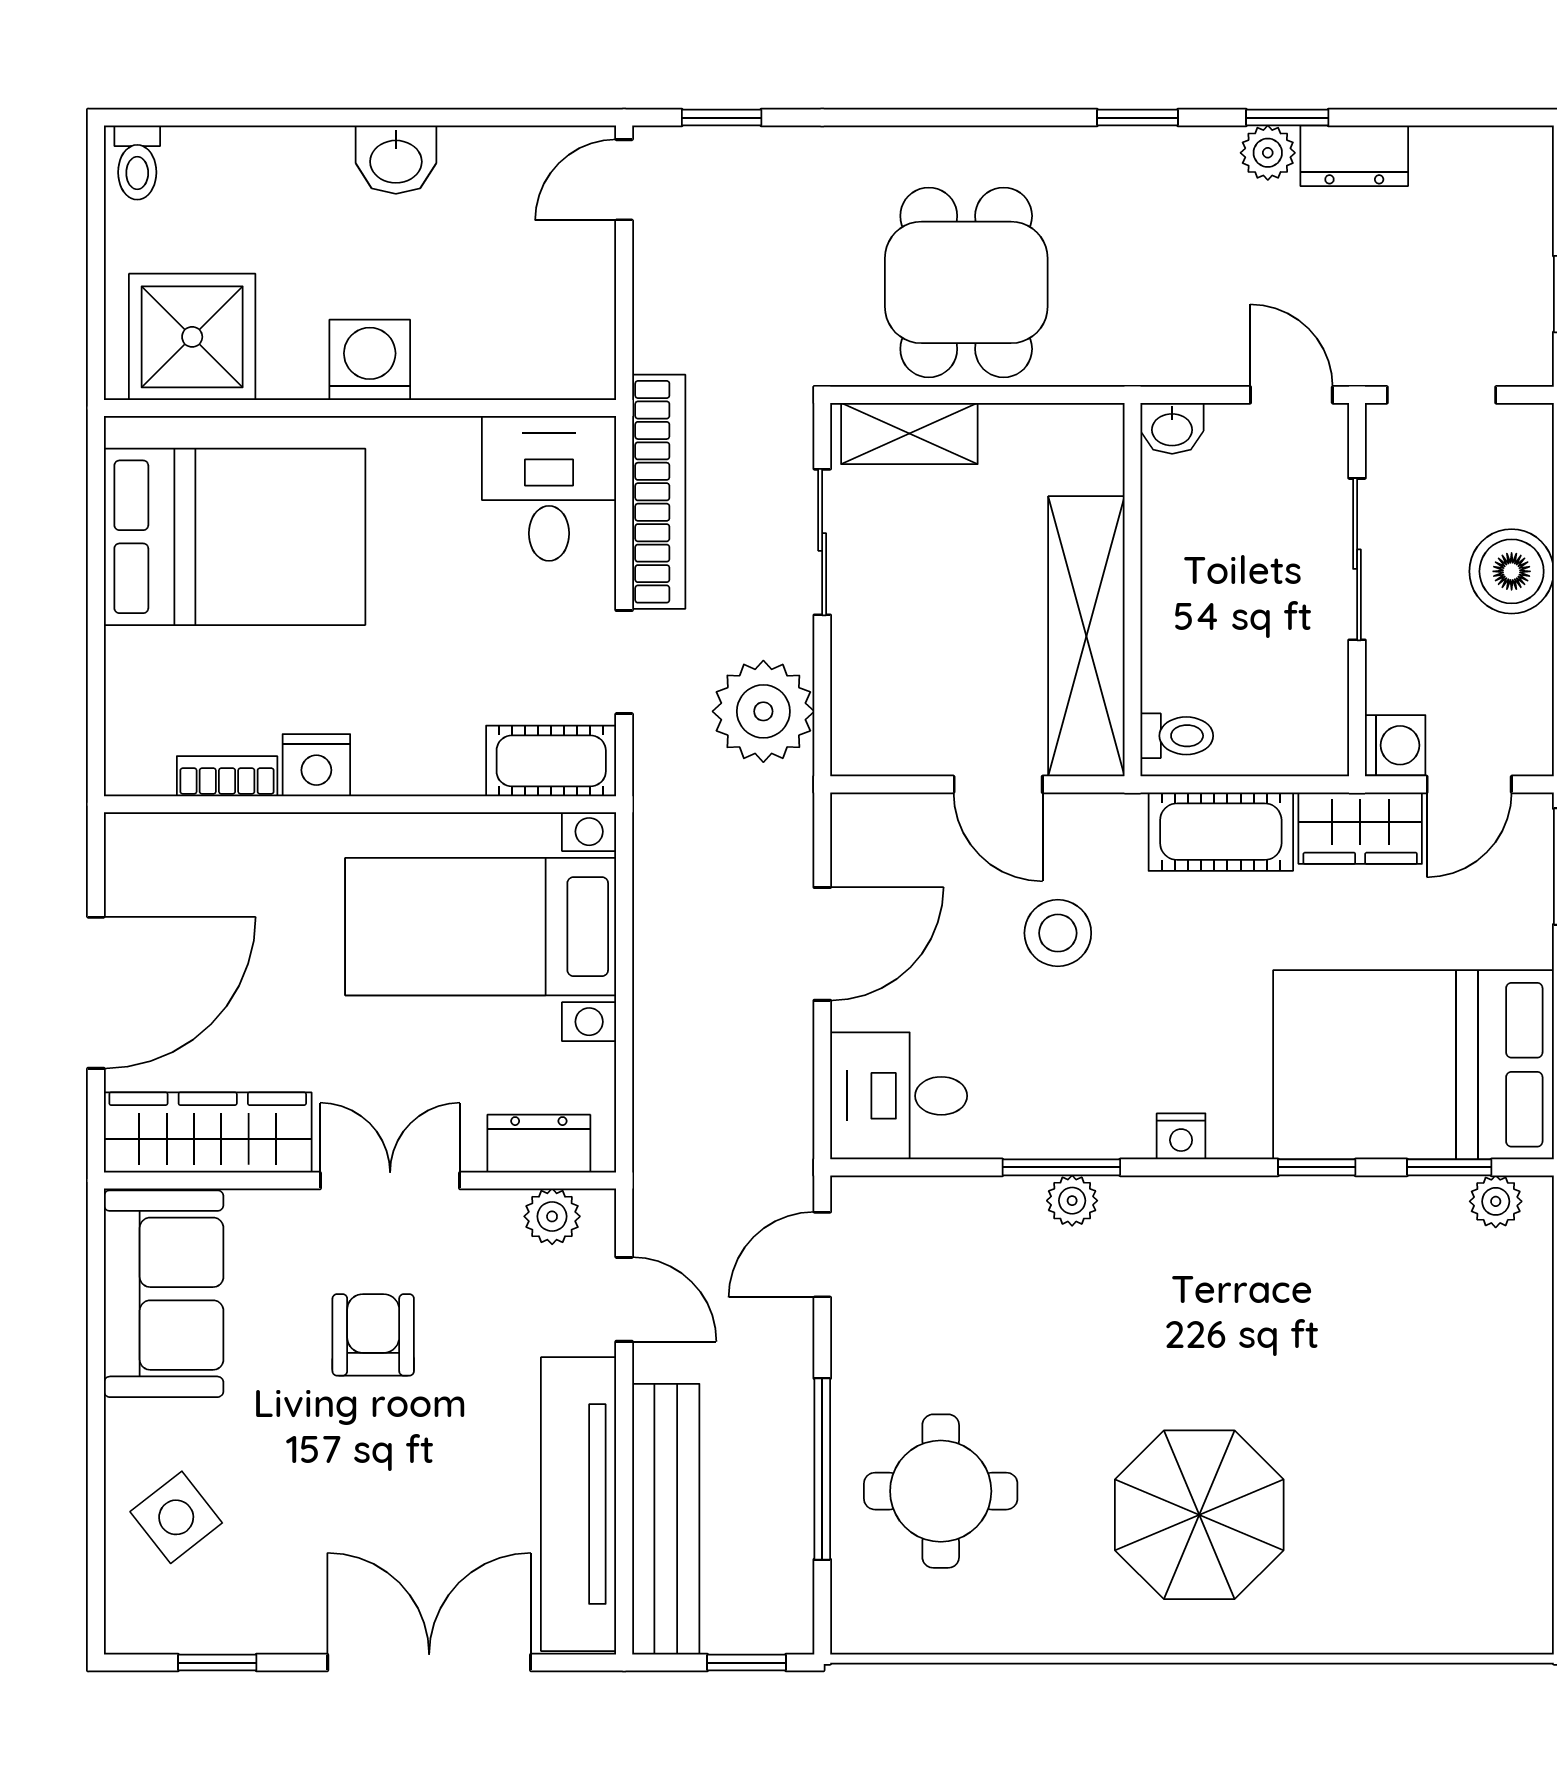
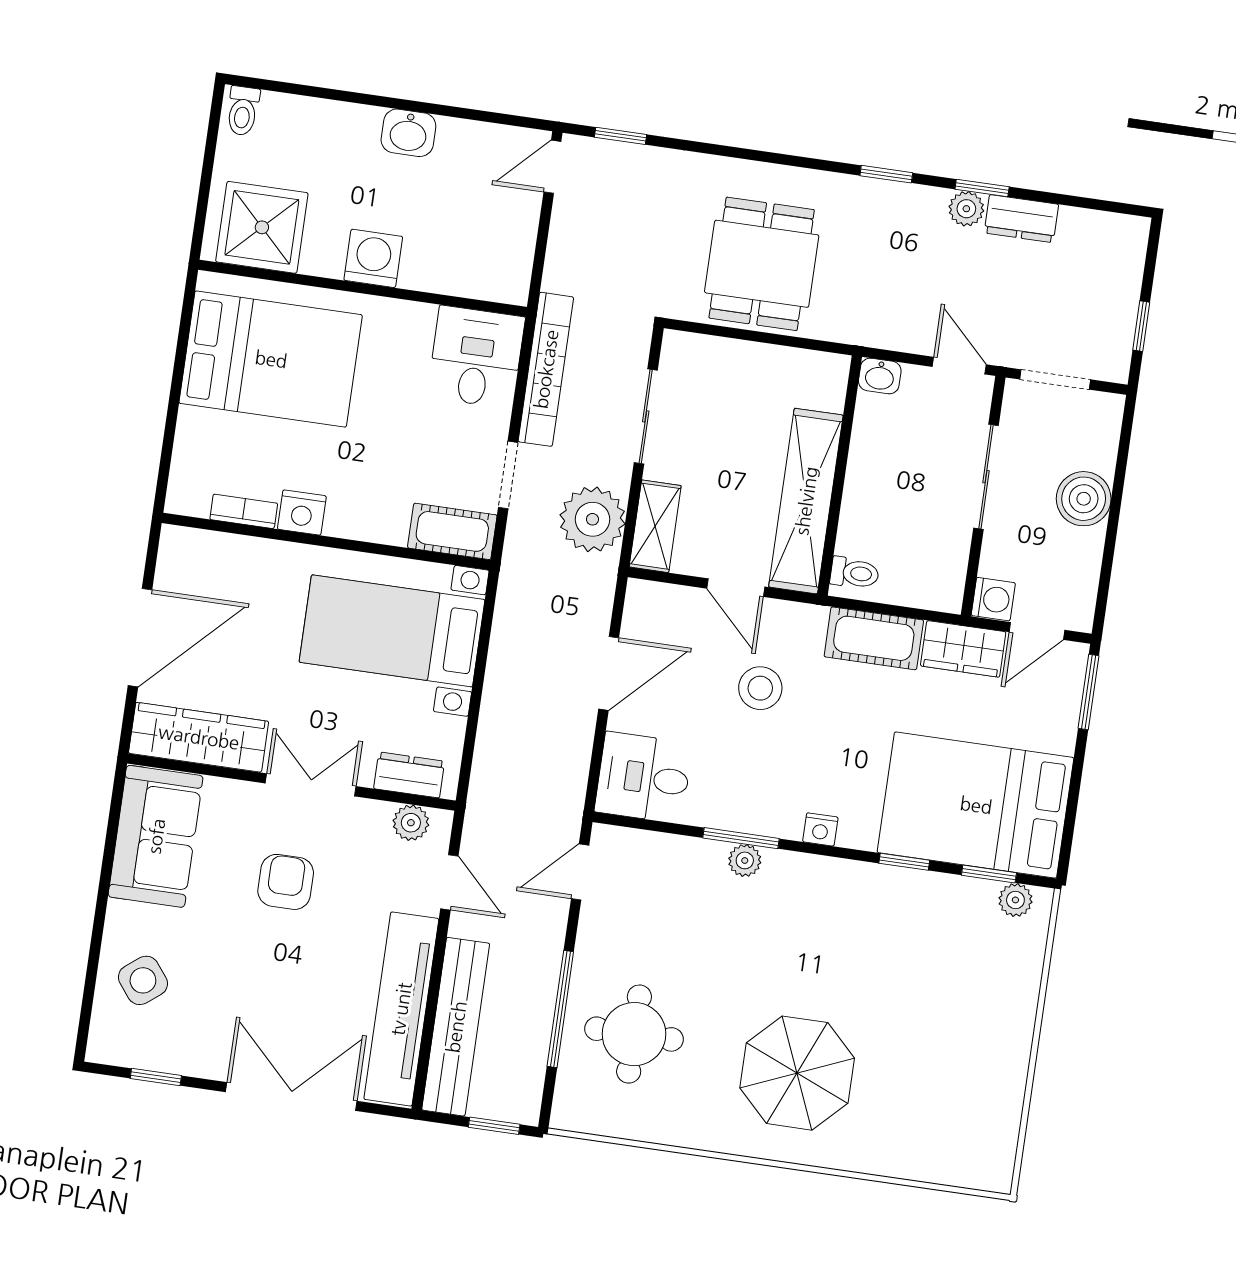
shelving: (909, 433) -> (655, 526), moved, turned 90

